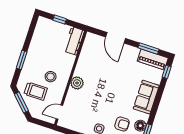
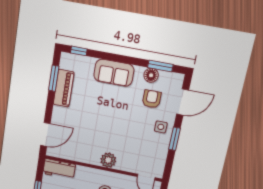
door: (115, 38) -> (45, 134), moved
piano: (153, 60) -> (64, 88), moved

